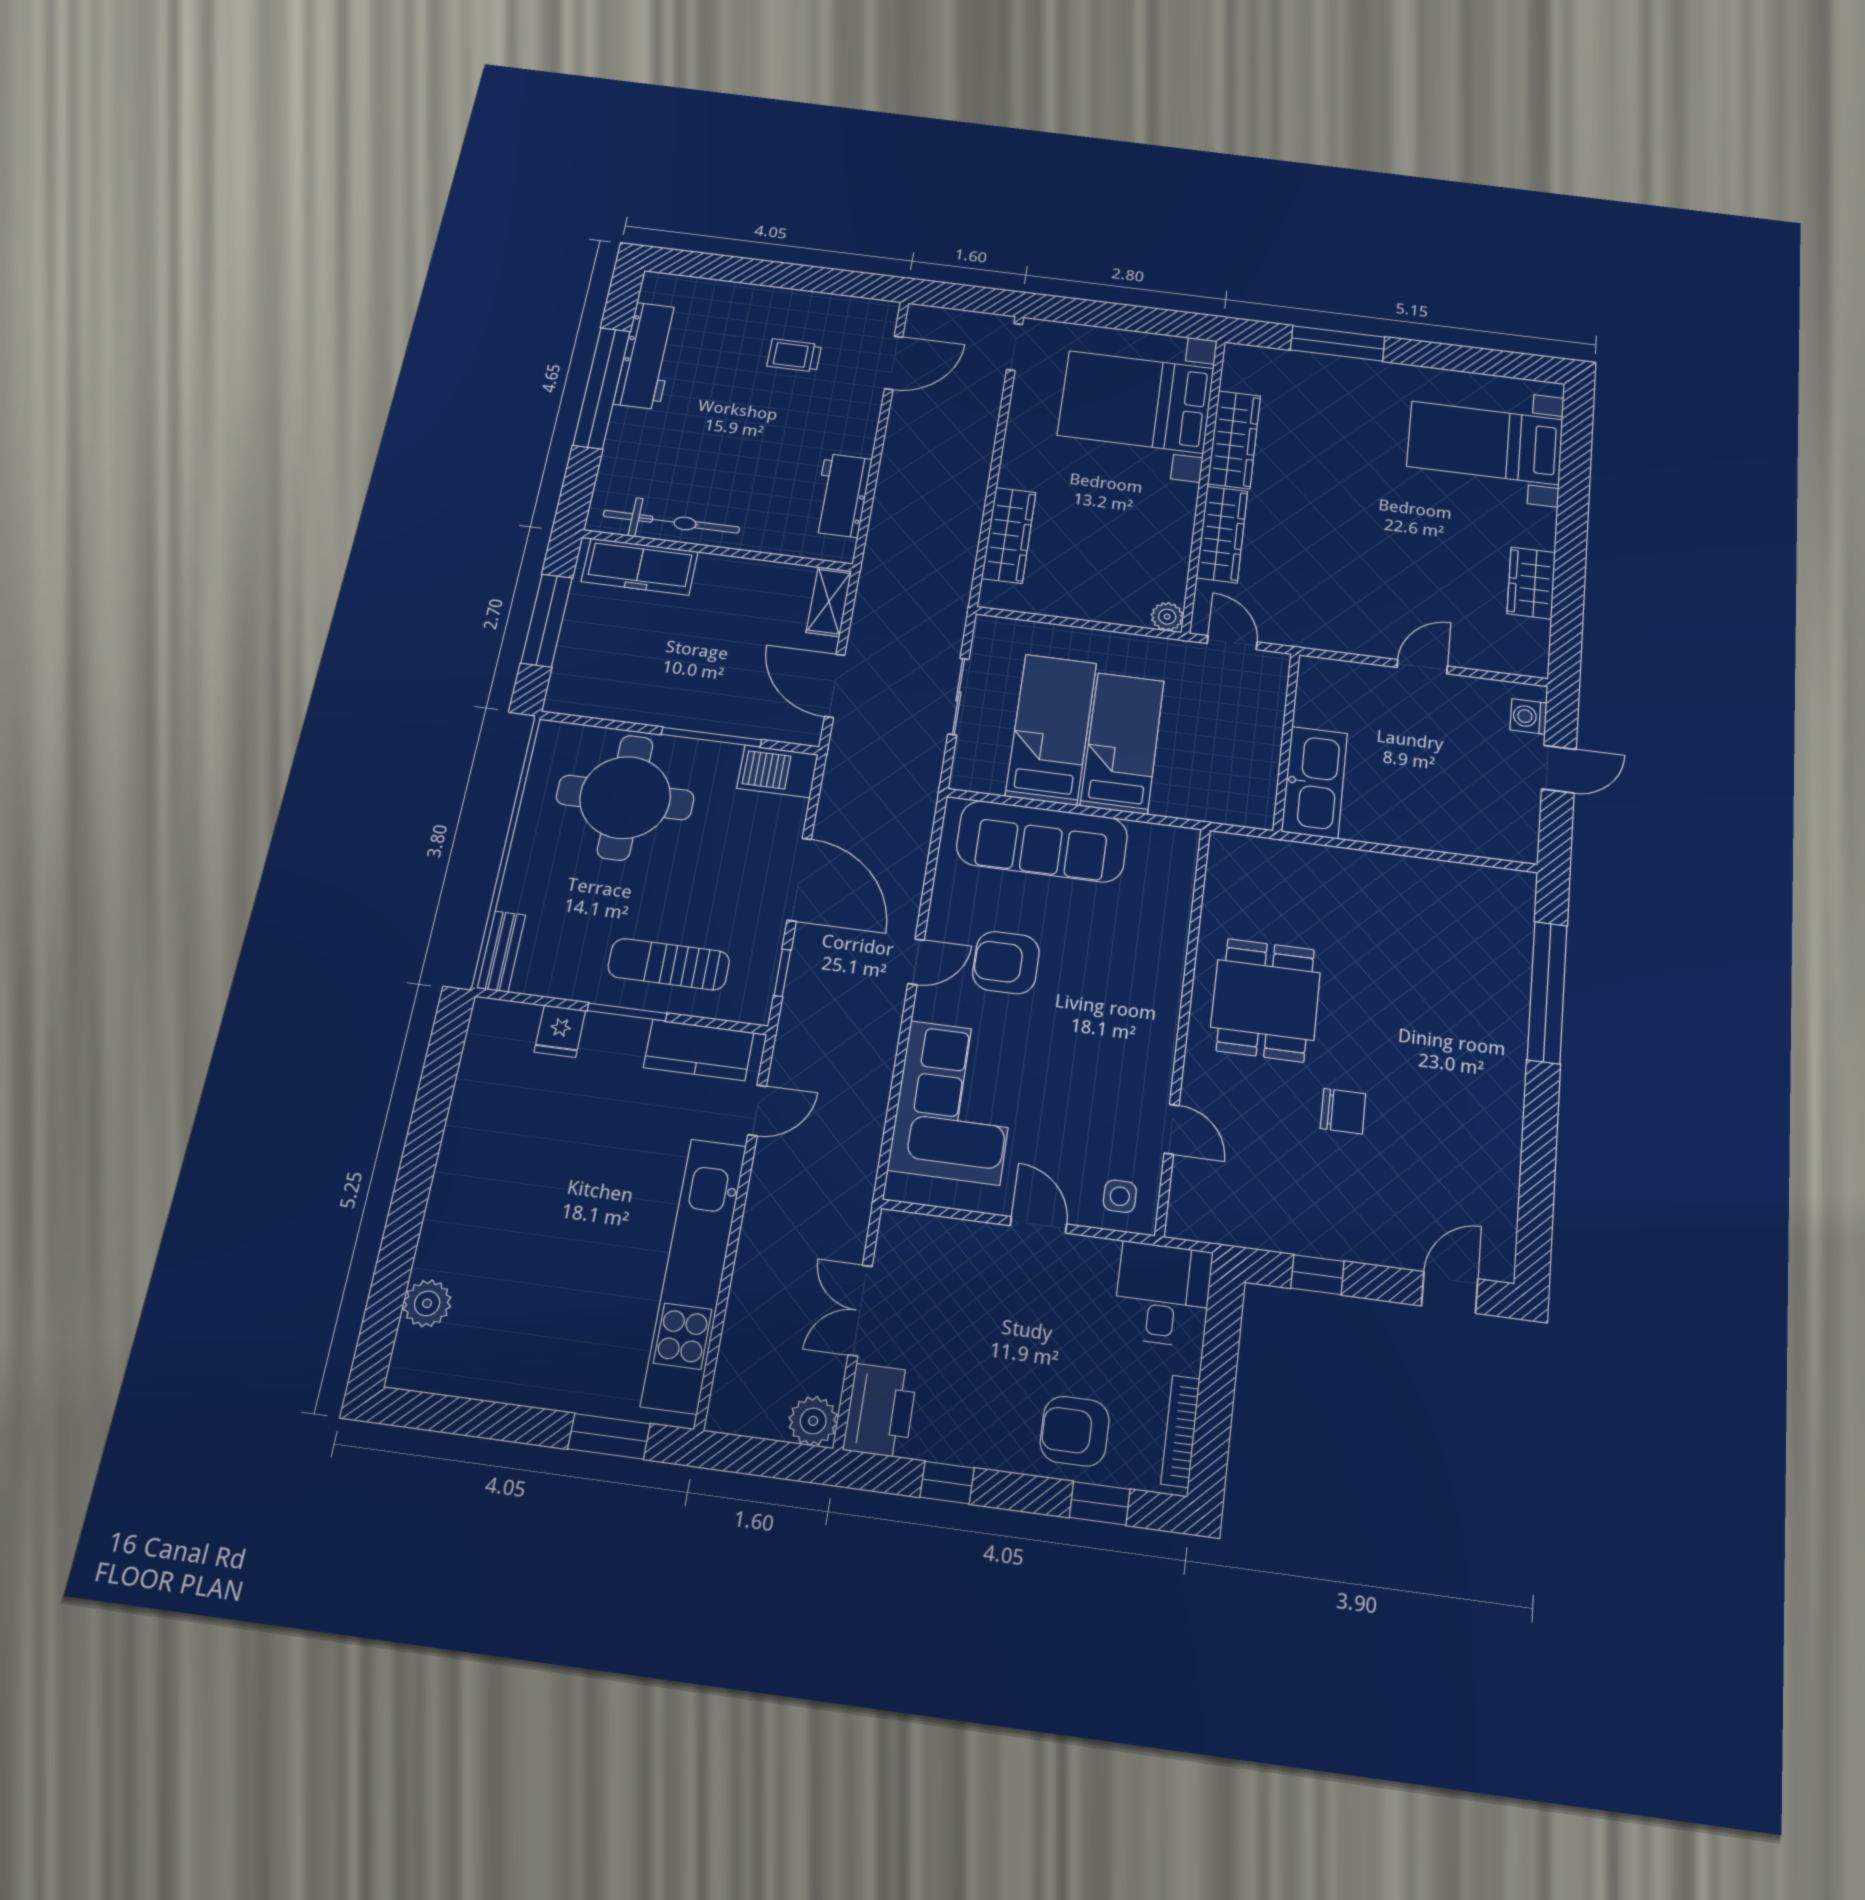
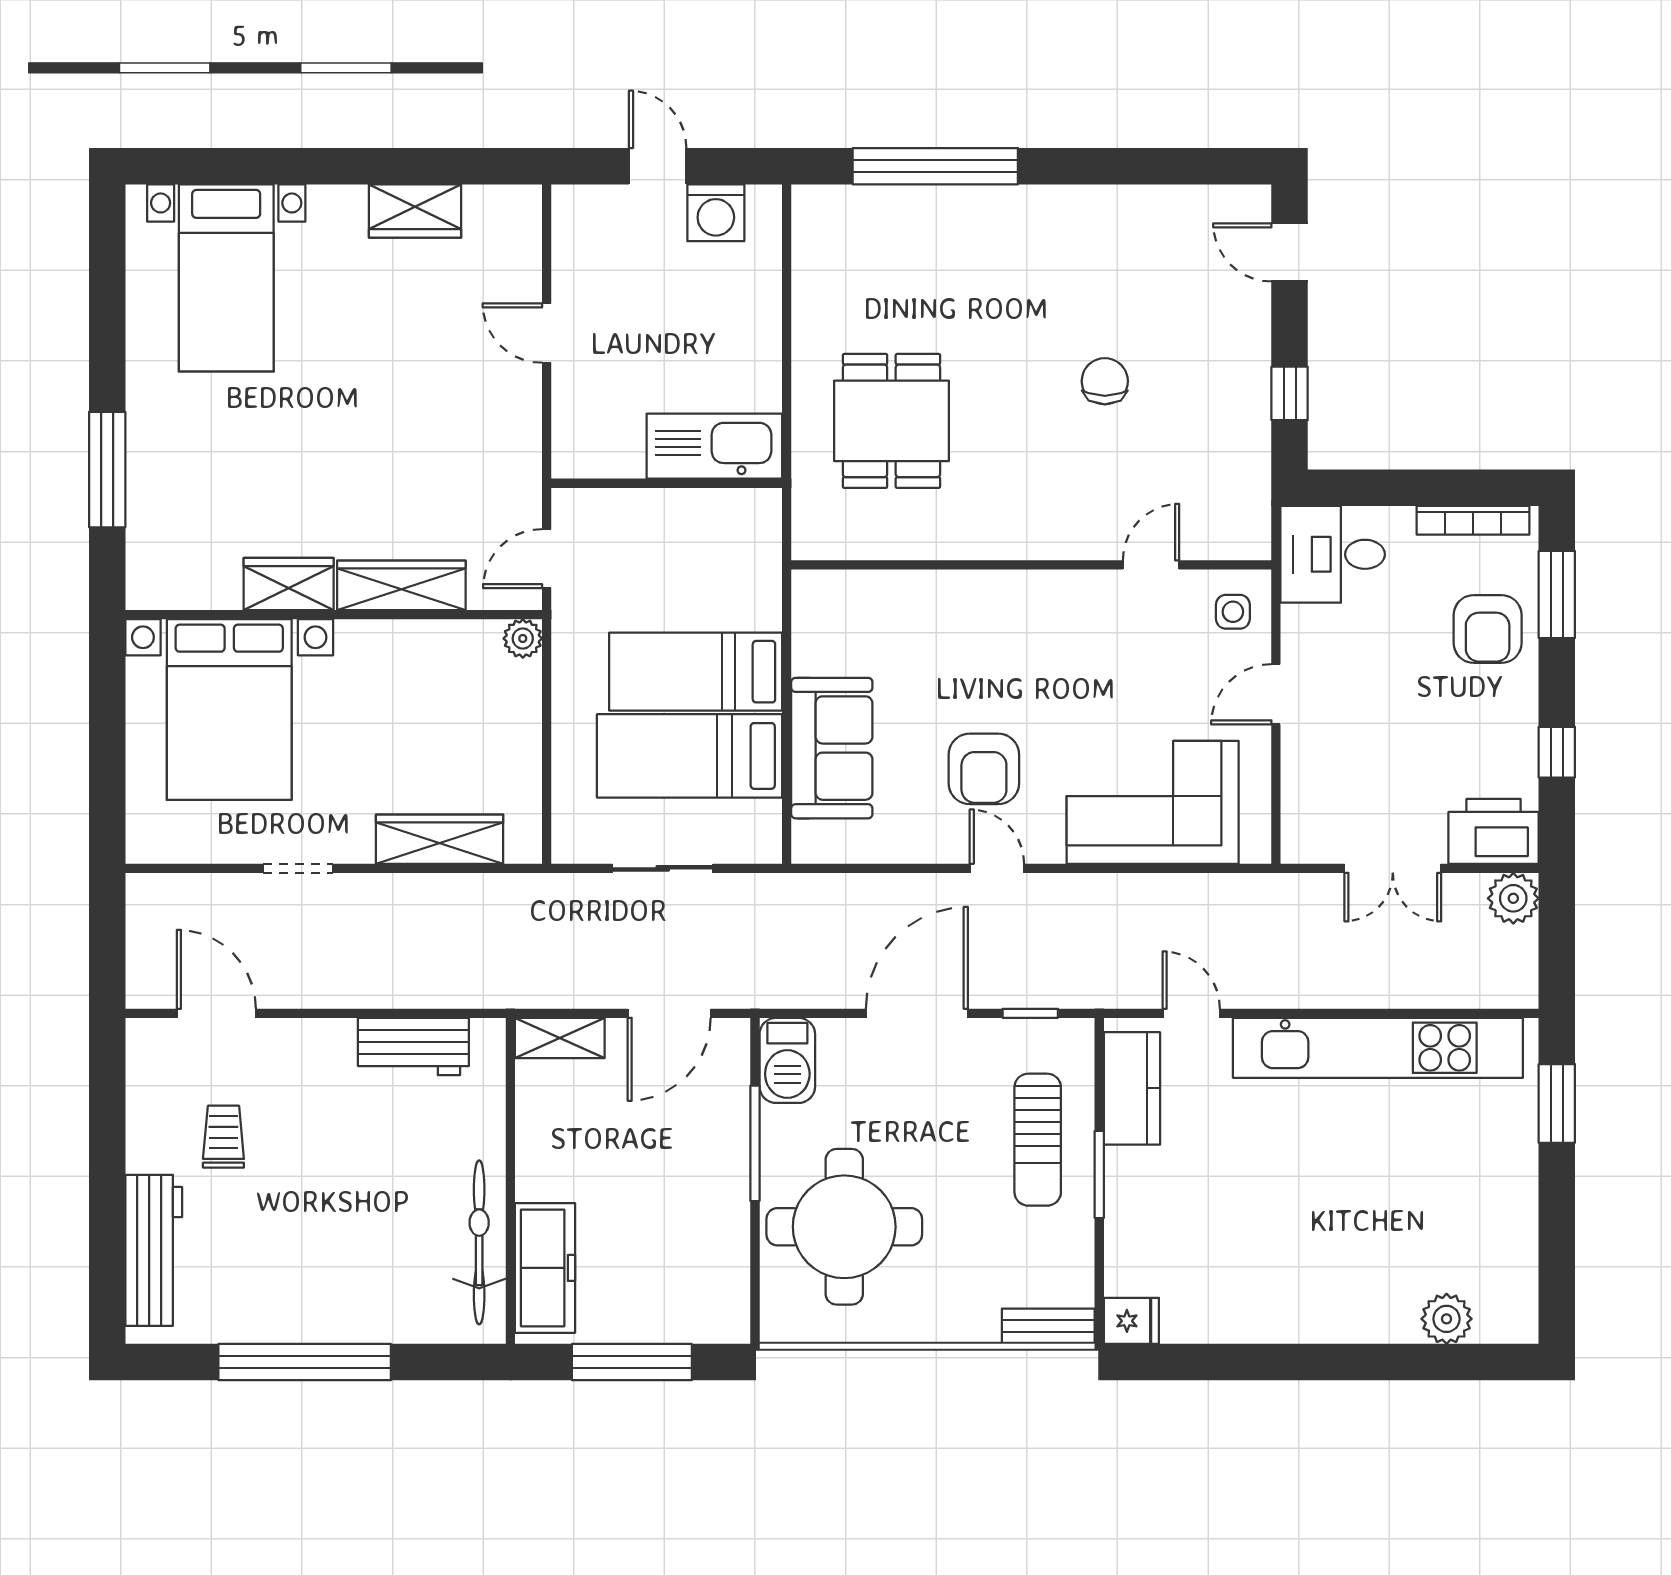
doorway: (1014, 347) -> (298, 868), moved
trolley: (794, 355) -> (223, 1137), turned 180
workbench: (647, 356) -> (154, 1250), moved, turned 90
wardrobe: (1234, 440) -> (289, 584), width x0.67
washing machine: (1528, 717) -> (716, 213), moved, width x1.38, depth x1.38
sofa: (1042, 841) -> (832, 748), width x0.73
dining table: (1265, 1000) -> (891, 421), moved, turned 90
fridge: (560, 1031) -> (1131, 1321), moved
window: (1100, 1503) -> (1557, 595), width x1.50

